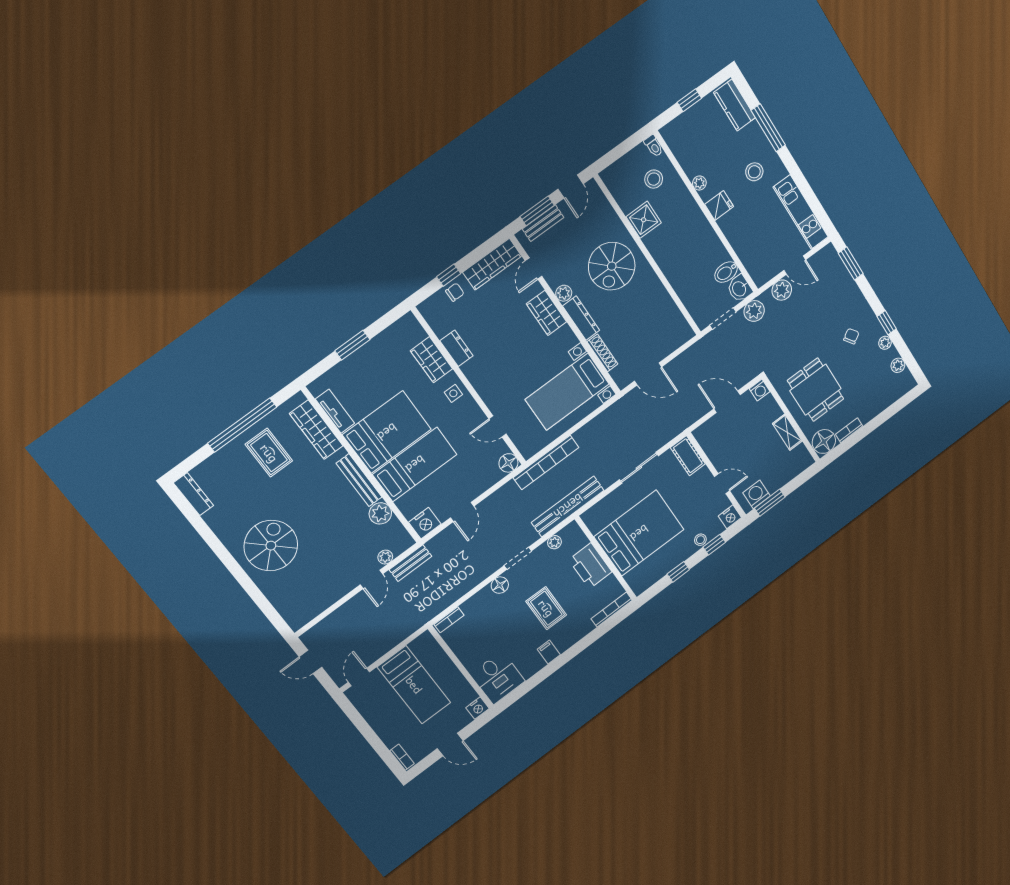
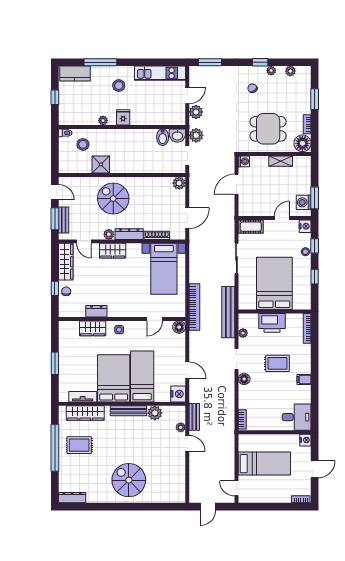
spiral stairs: (612, 266) -> (113, 199), turned 180
plant: (684, 333) -> (179, 183), added
window: (883, 417) -> (315, 99), added

